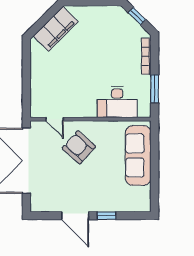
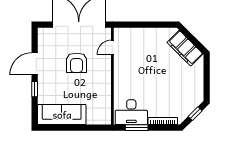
desk: (117, 102) -> (131, 112), moved, turned -90
armchair: (79, 147) -> (76, 63), moved, turned 138
sofa: (138, 155) -> (62, 115), moved

